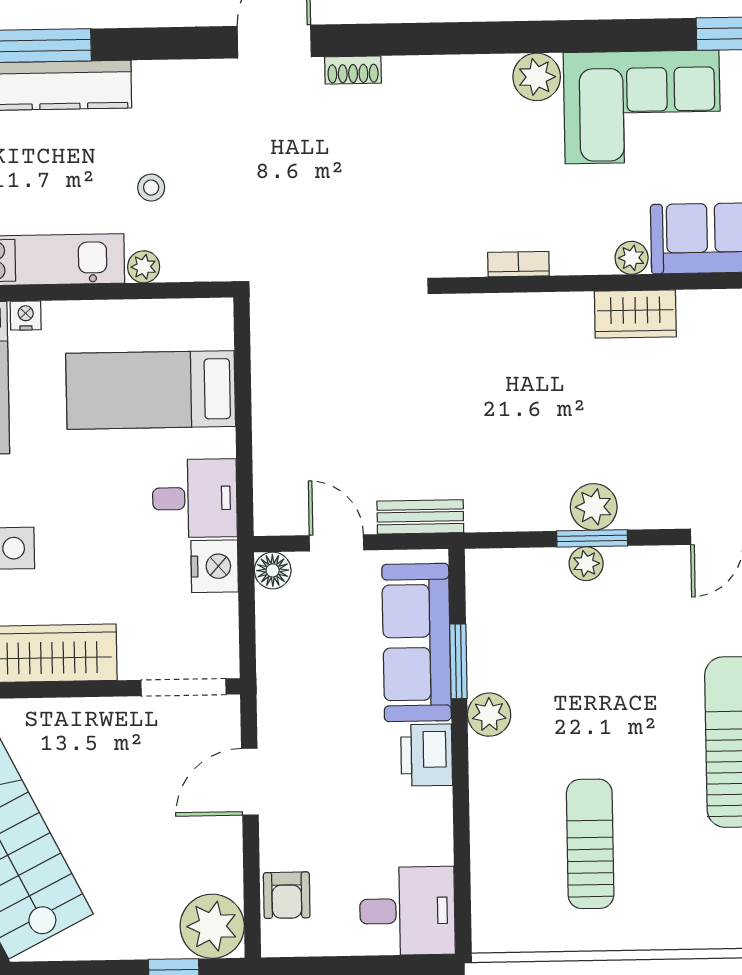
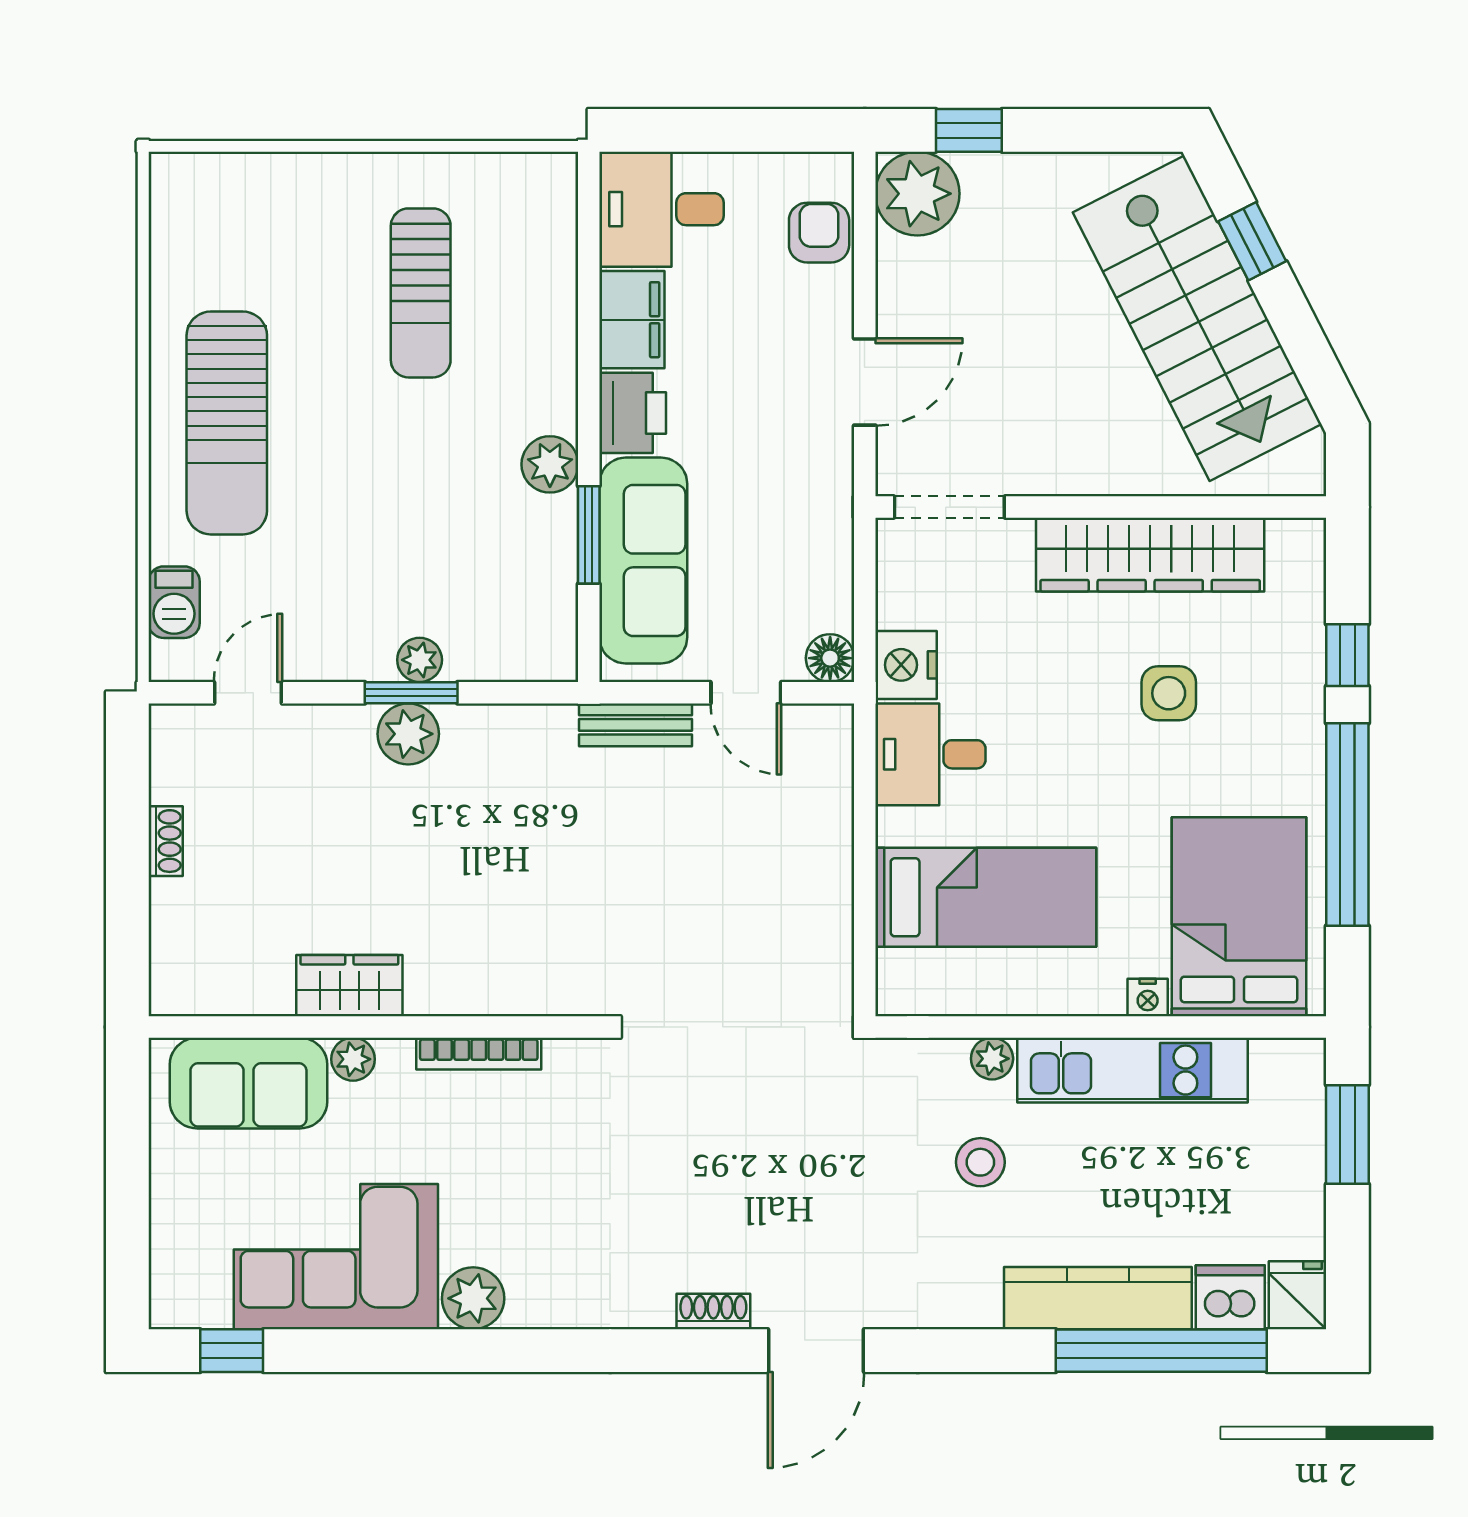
stool: (151, 188) -> (980, 1162), width x1.37, depth x1.37
bookcase: (518, 264) -> (479, 1054), width x1.56
filing cabinet: (428, 826) -> (632, 320), added

